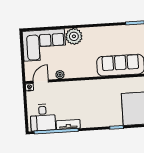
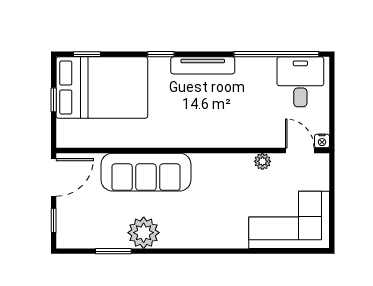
plant: (74, 36) -> (144, 233), moved
door: (41, 82) -> (300, 150), swing flipped
tv unit: (68, 125) -> (203, 65), moved, width x1.41

